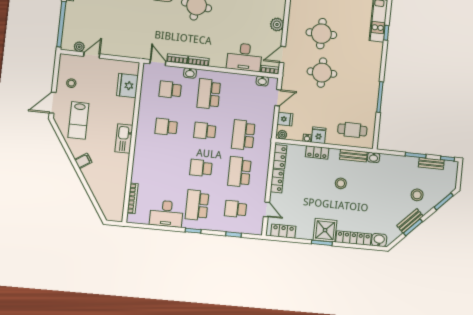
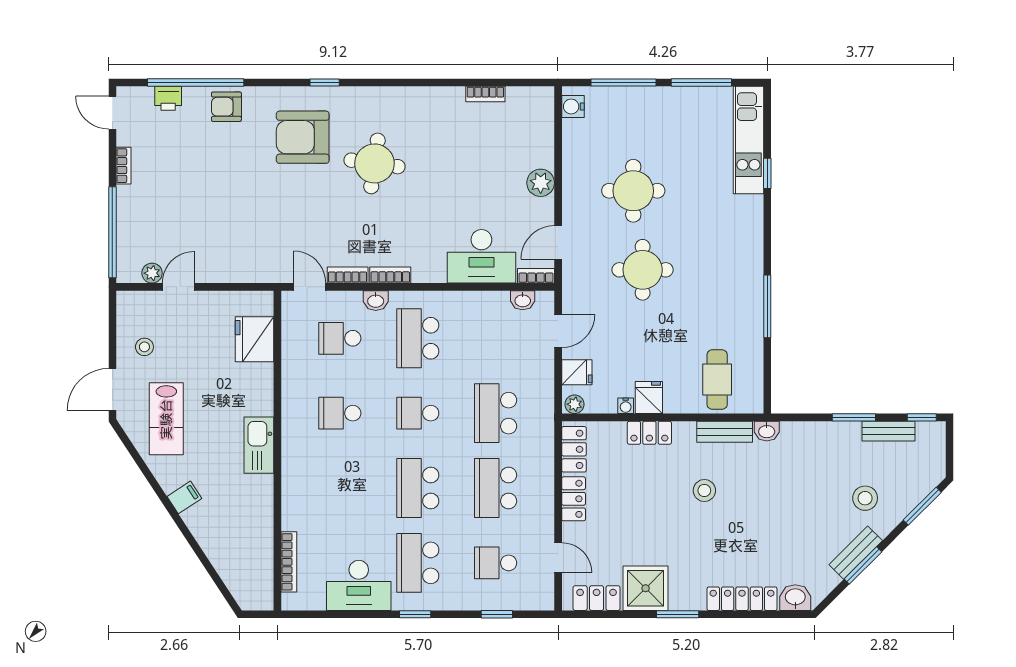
cafe table: (352, 130) -> (717, 380), turned 90
school desk: (201, 168) -> (418, 488), width x1.85
shower: (325, 230) -> (646, 588), moved

